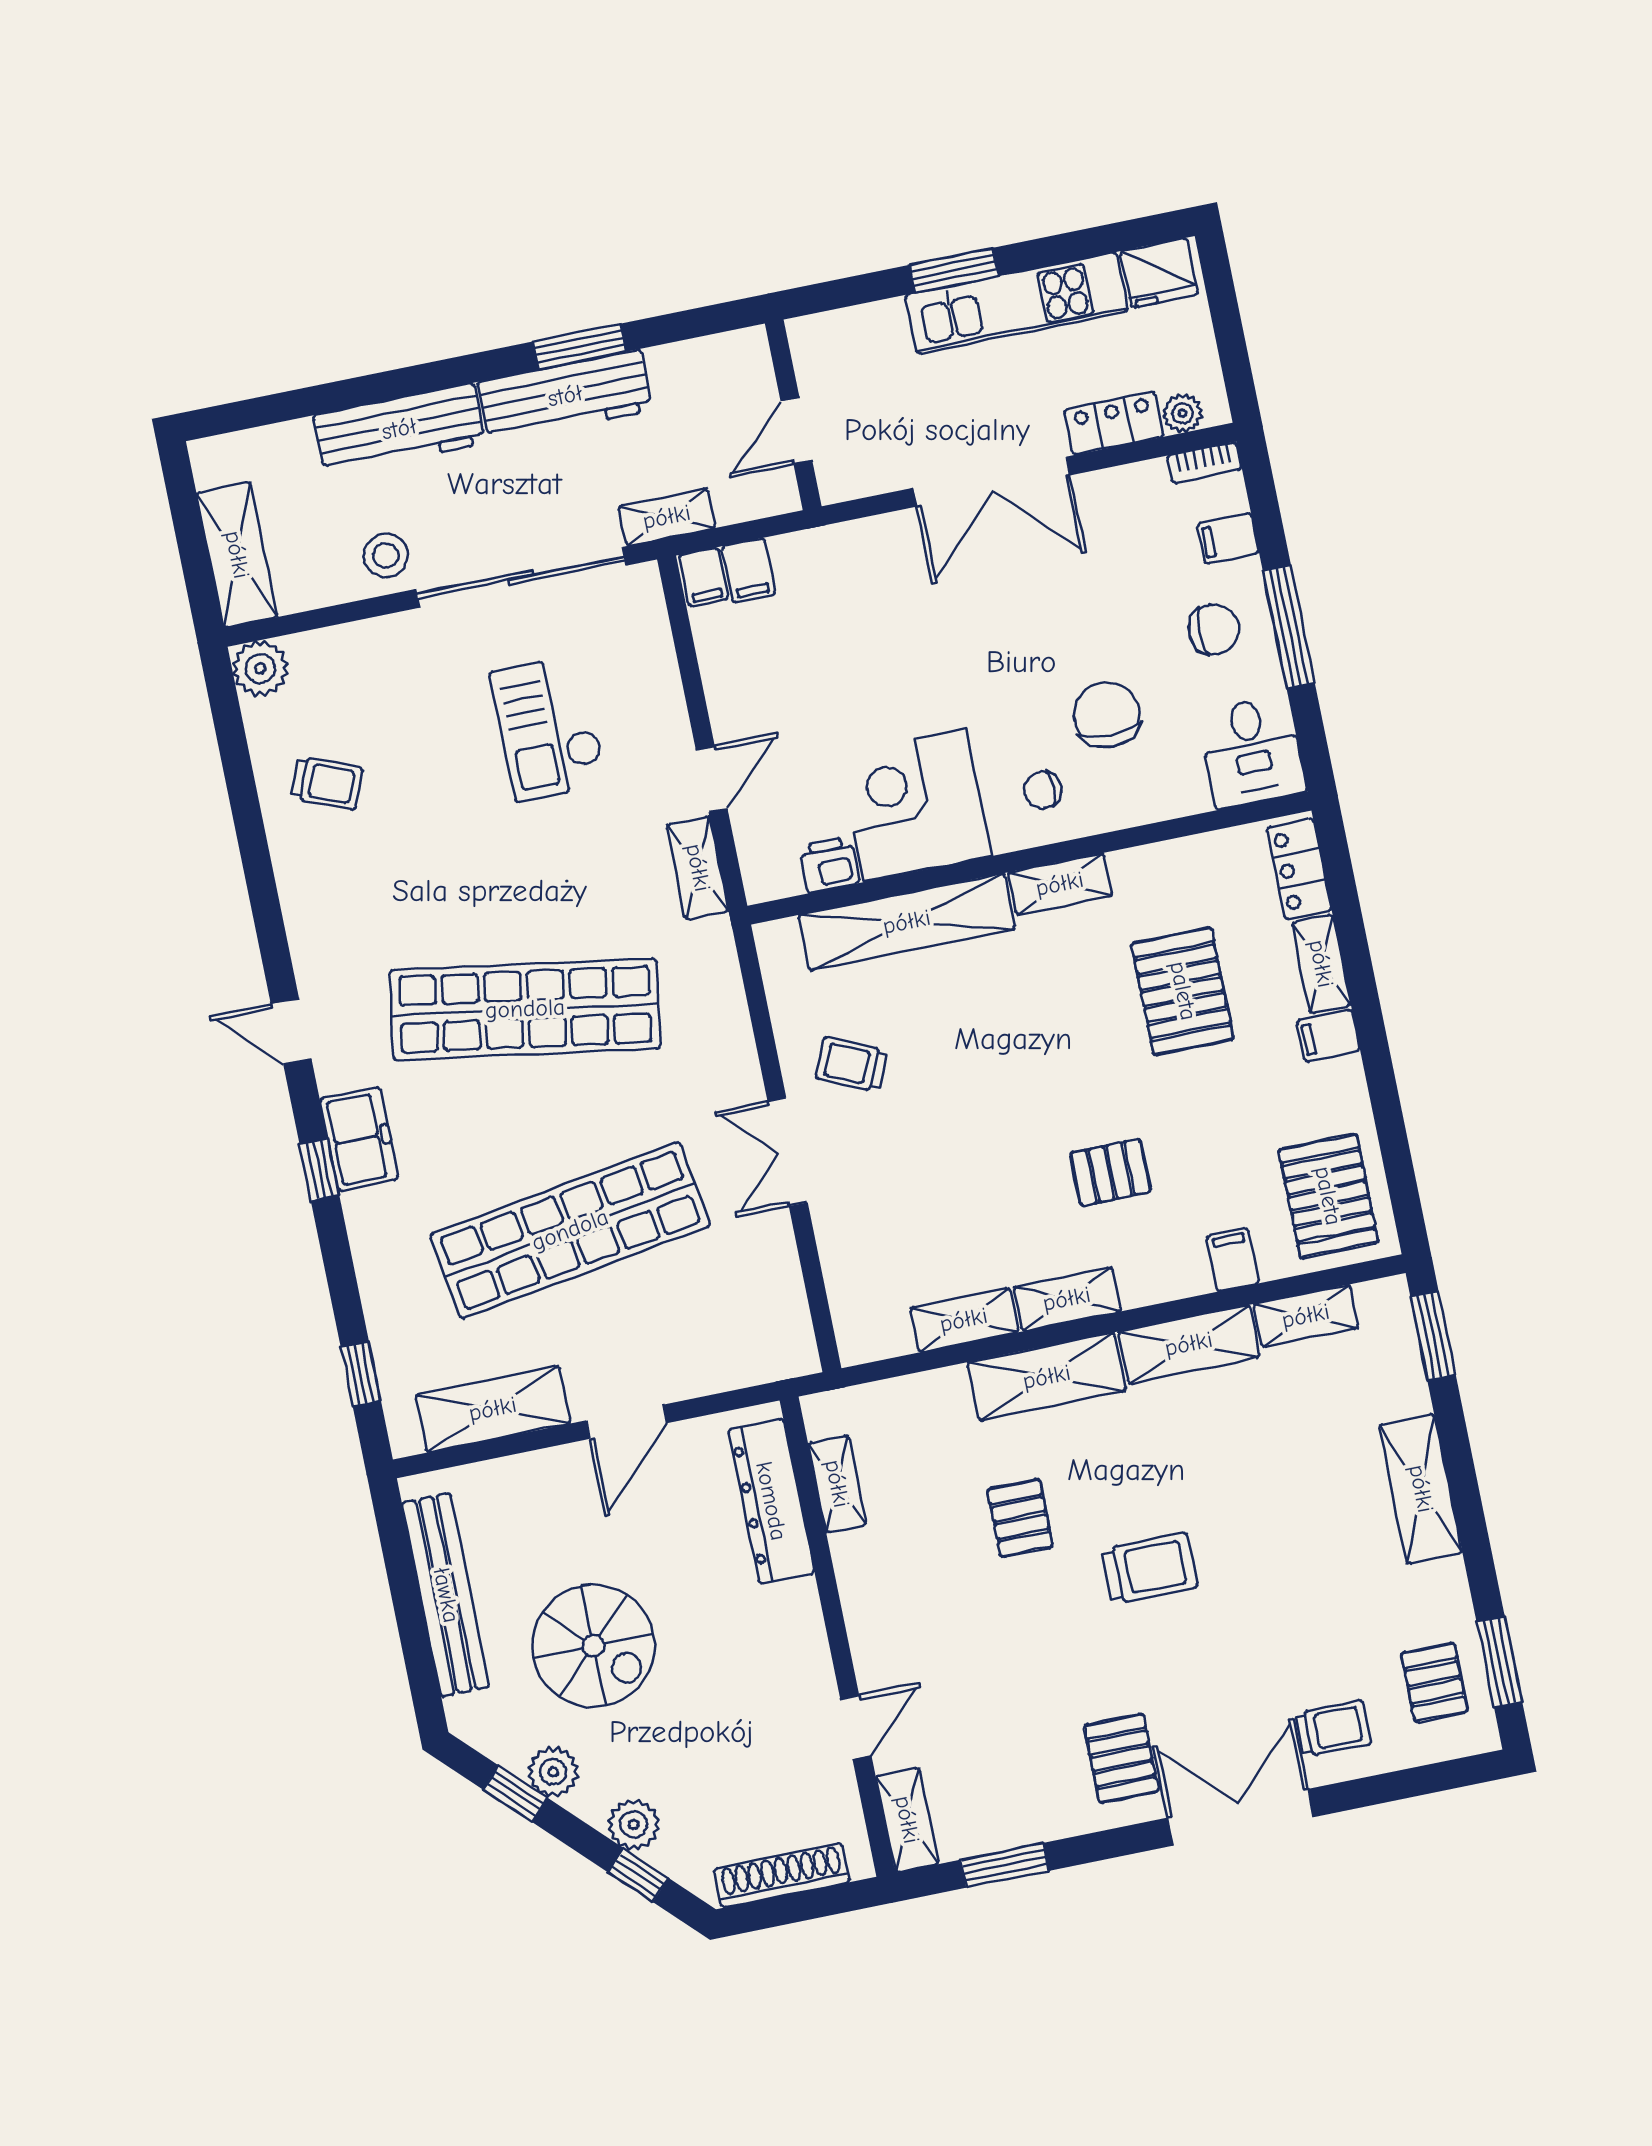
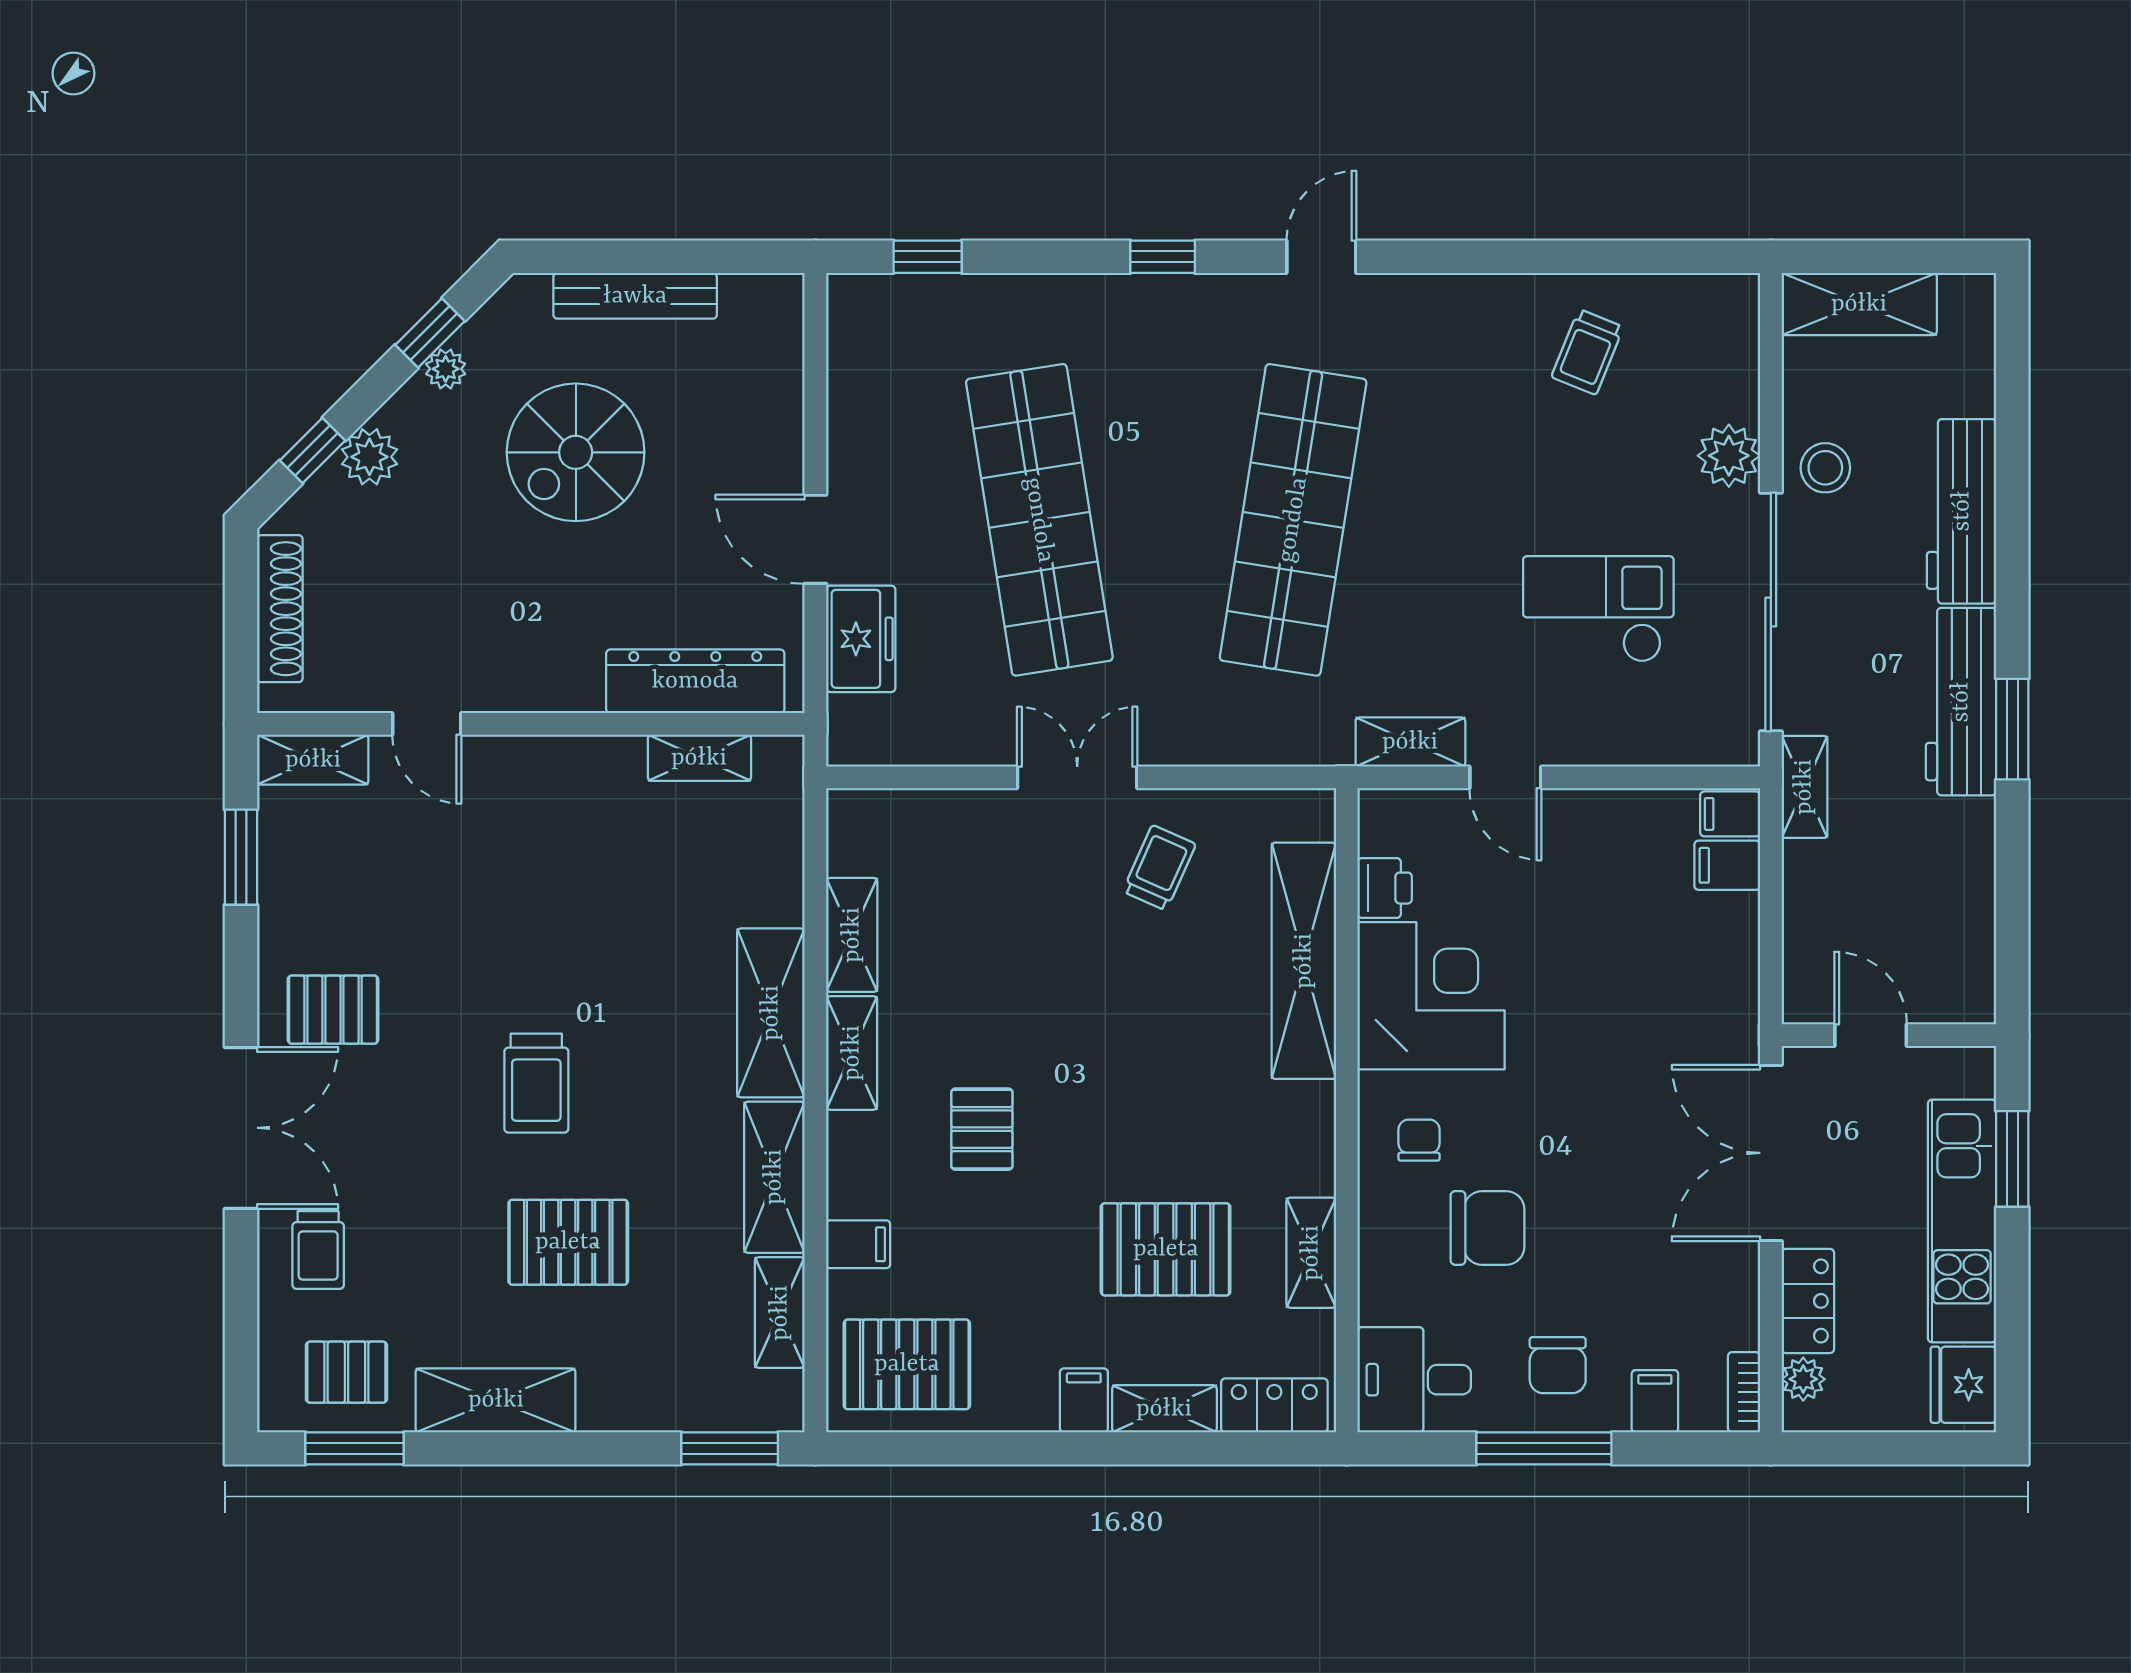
wall: (793, 415) -> (1889, 1035), moved
door: (796, 431) -> (1871, 1035), moved
plant: (260, 668) -> (1729, 456), moved
shelving: (1060, 884) -> (1311, 1253), moved
freezer: (359, 1139) -> (861, 639), moved, turned -90
shelving: (493, 1409) -> (859, 395), removed
shelving: (1421, 1489) -> (496, 1400), moved
pallet: (1020, 1518) -> (568, 1242), moved, width x1.50, depth x1.42
bench: (446, 1595) -> (635, 296), width x0.73, depth x0.82
plant: (553, 1772) -> (446, 369), width x0.73, depth x0.73

